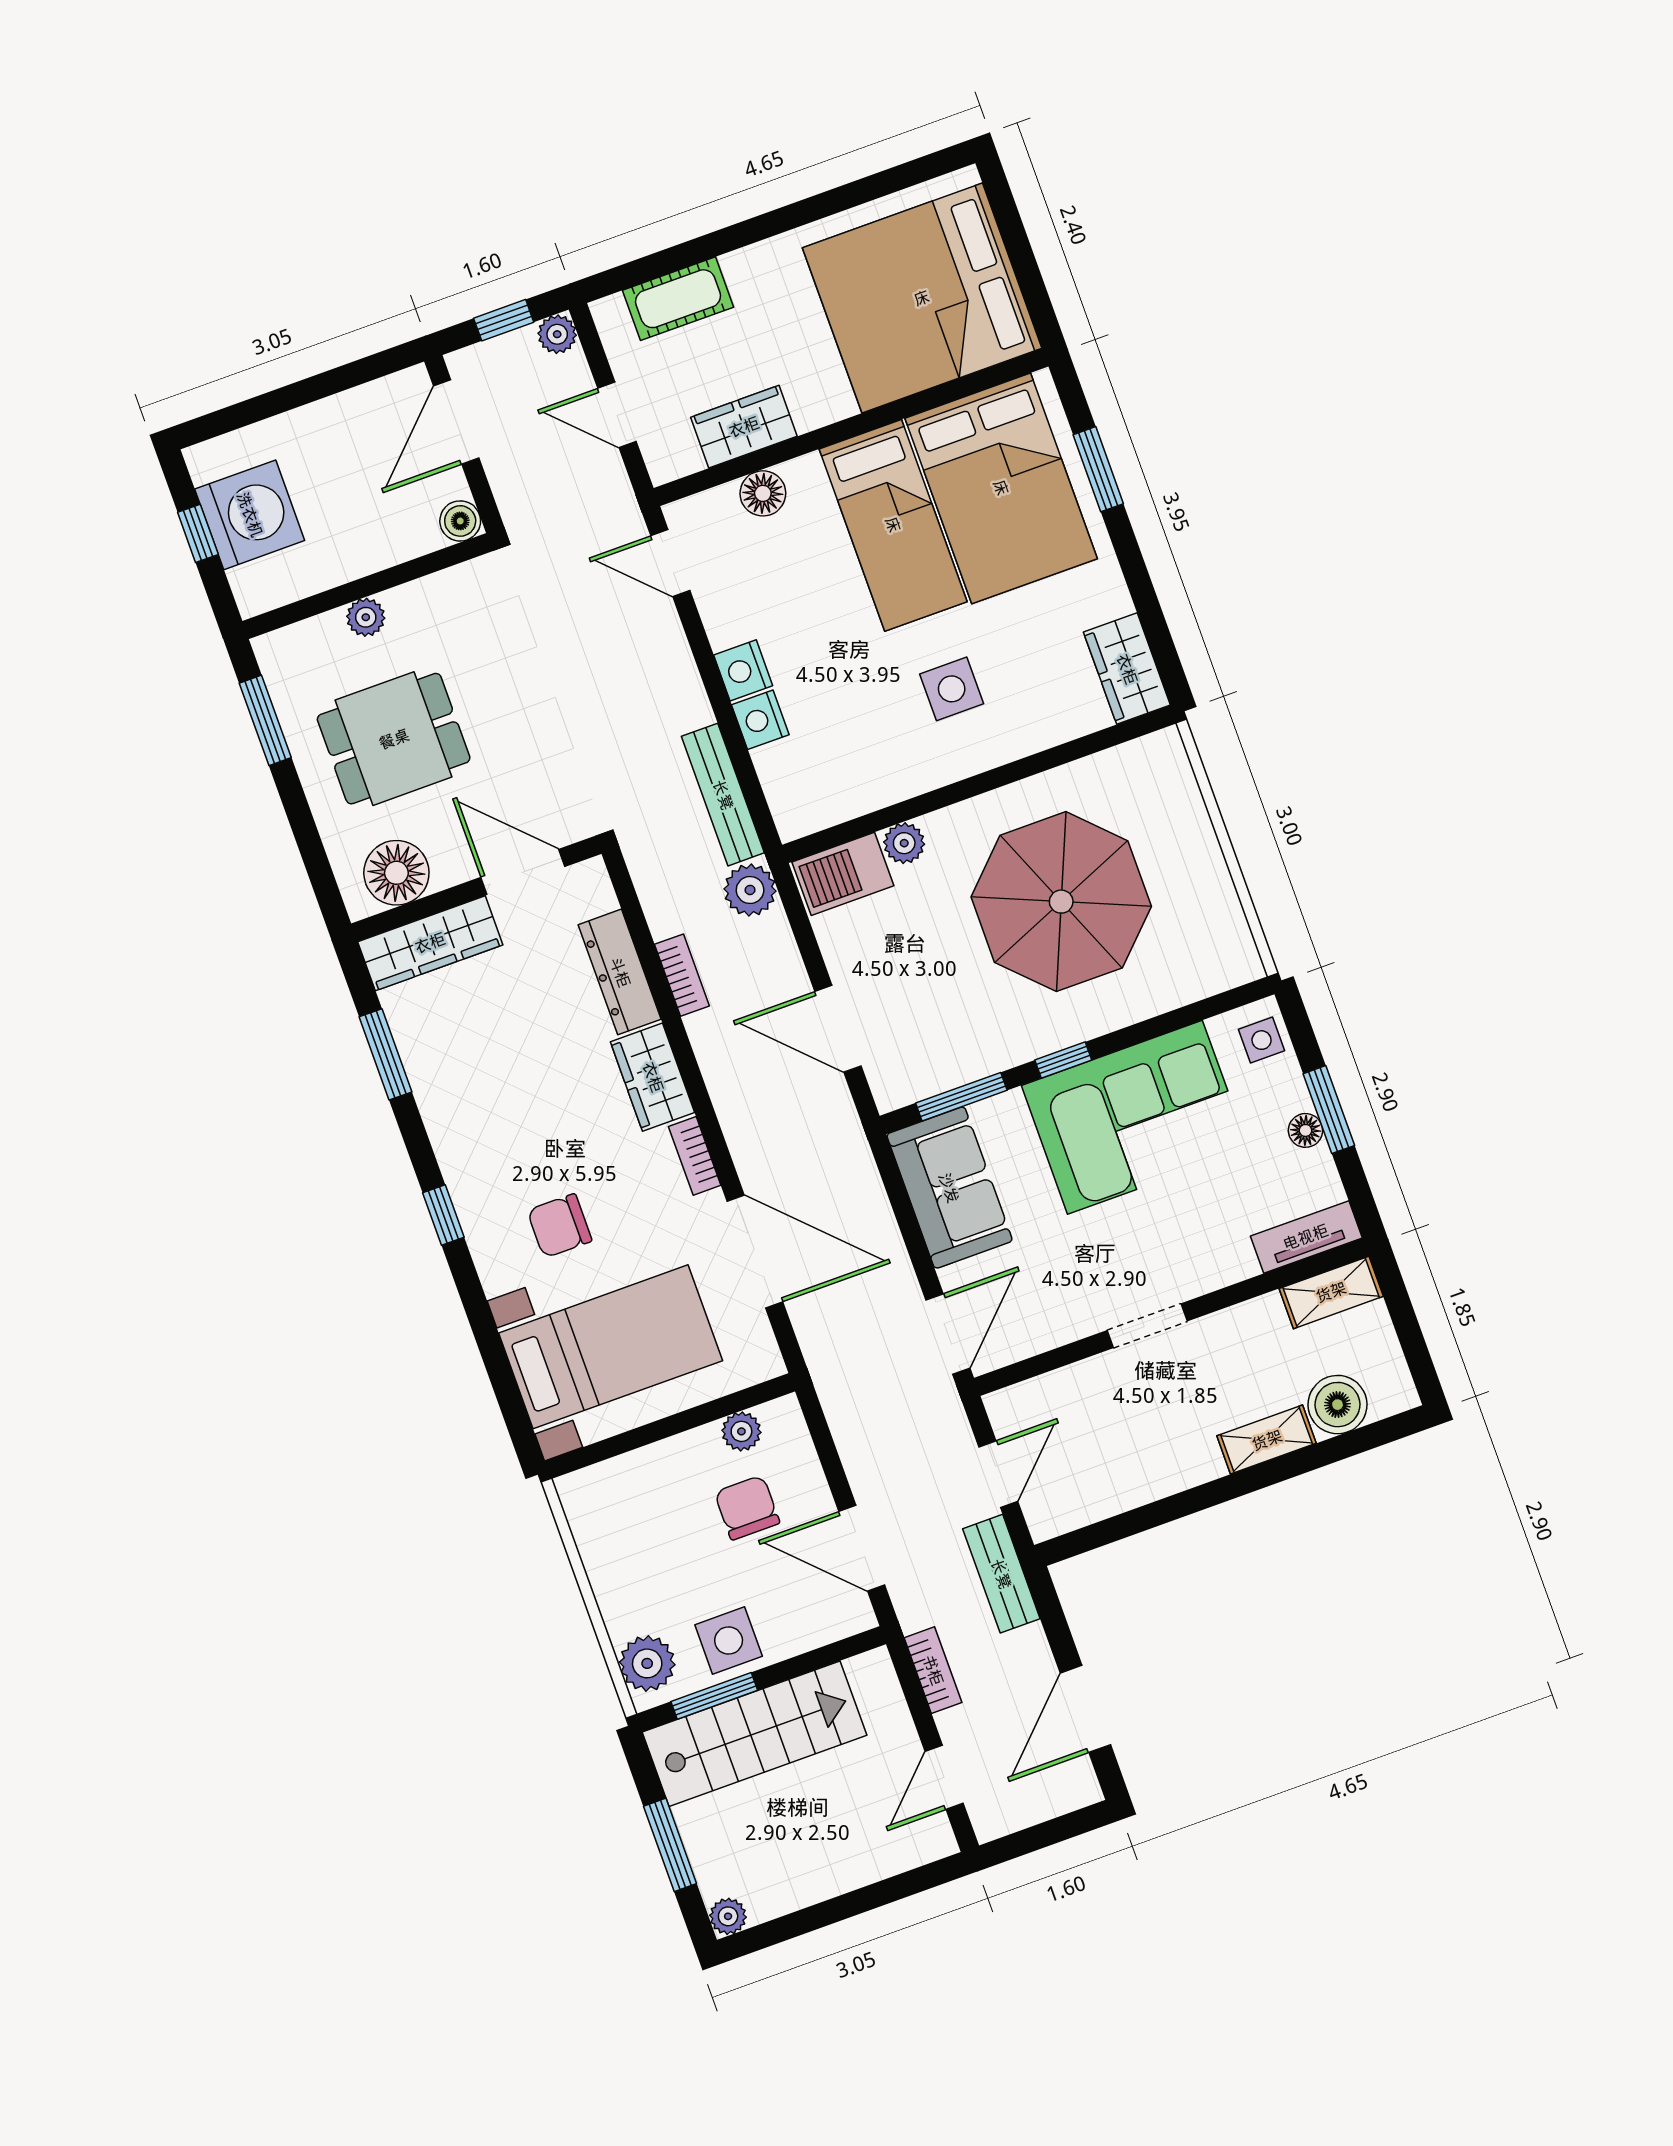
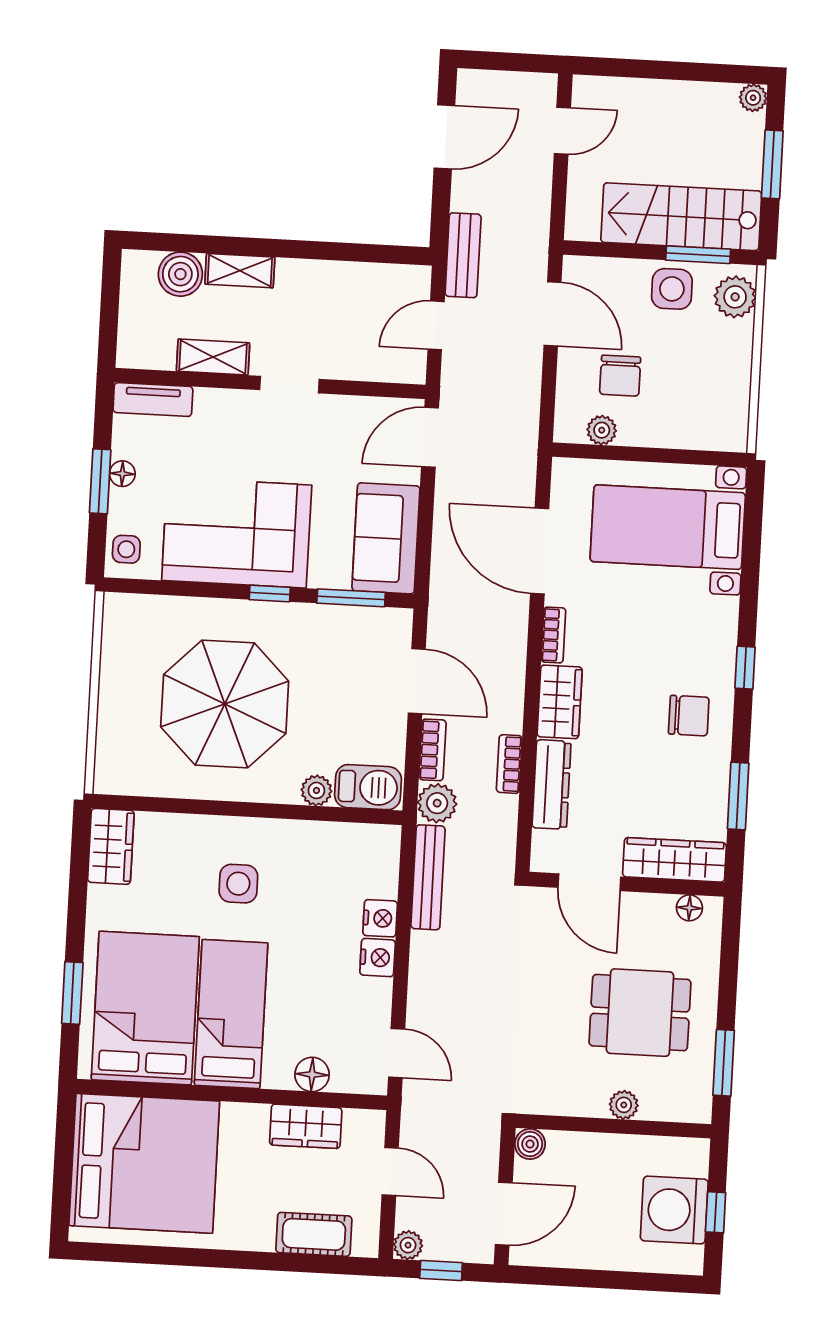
floor lamp: (396, 873) -> (689, 908), width x0.53, depth x0.53
chair: (560, 1226) -> (689, 716), moved
shelving: (1331, 1292) -> (213, 357), moved
bookcase: (933, 1670) -> (432, 750), moved, turned 180

